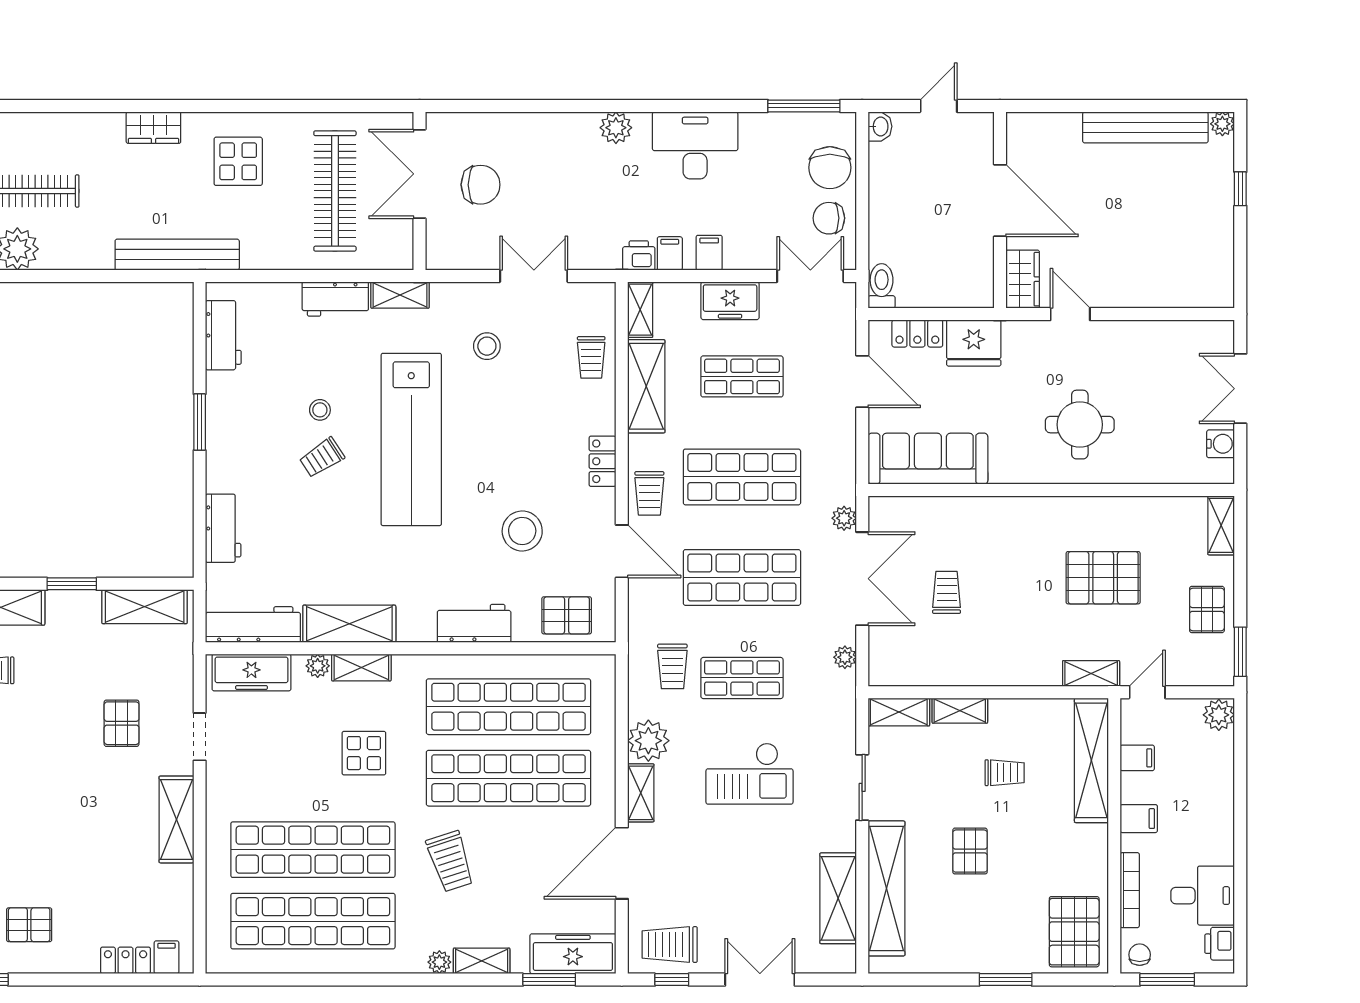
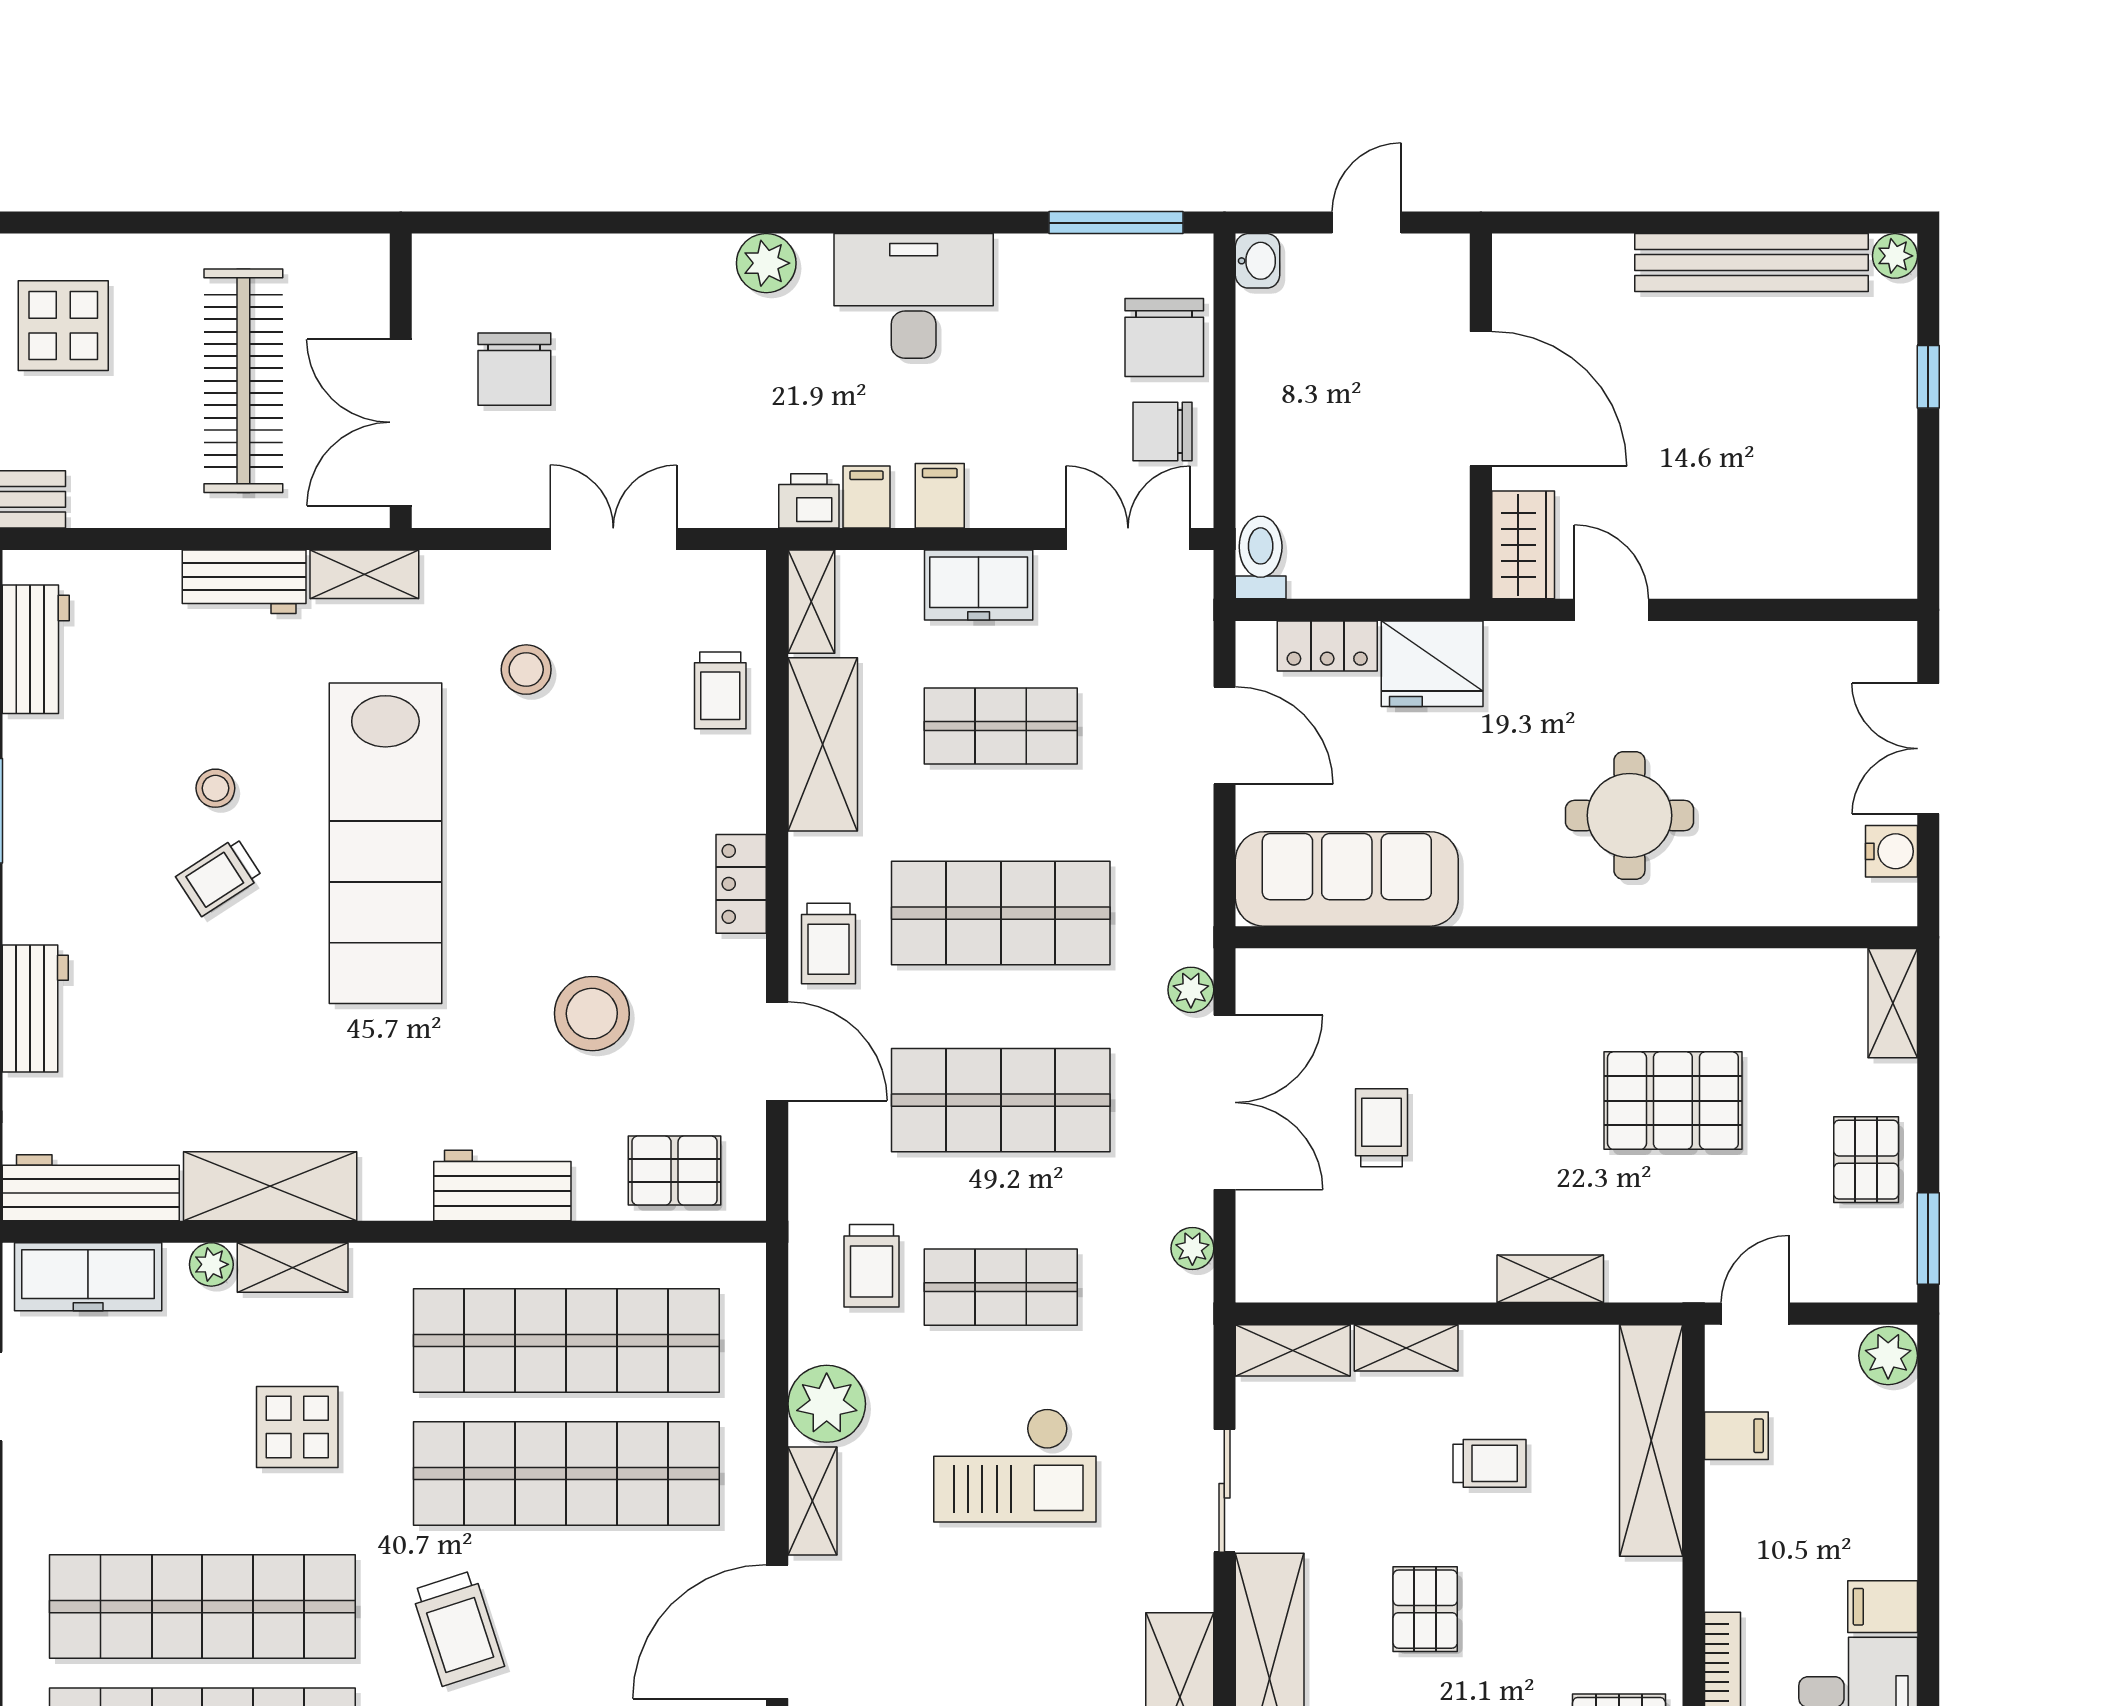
double door: (419, 174) -> (401, 422), moved
chair: (481, 185) -> (514, 369), turned 90
shelving: (1091, 674) -> (1550, 1279), moved
filing cabinet: (1139, 819) -> (1883, 1607), moved, turned 180

